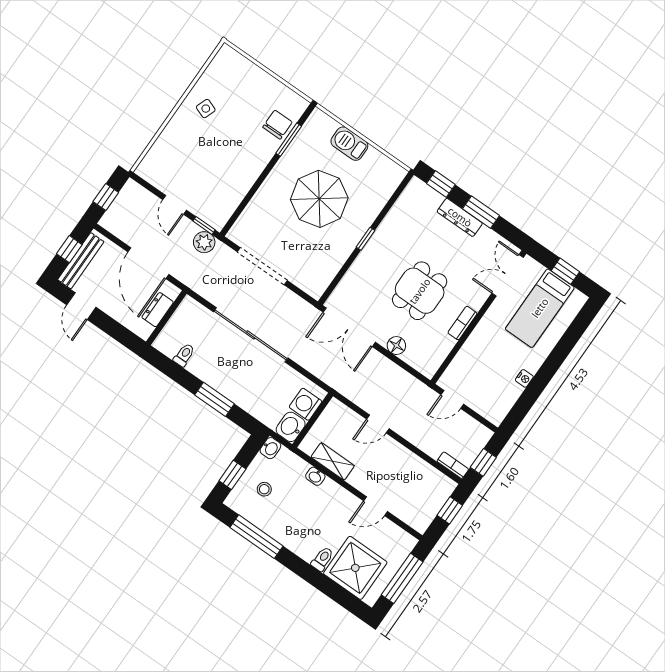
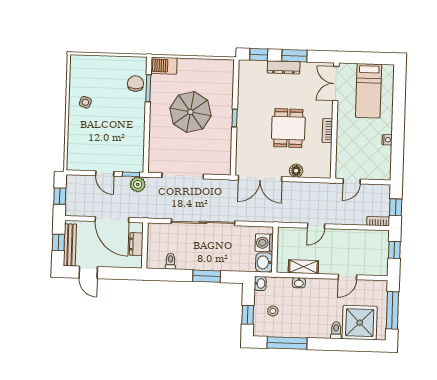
barbecue: (349, 144) -> (164, 66), moved
window: (565, 271) -> (369, 58), removed

